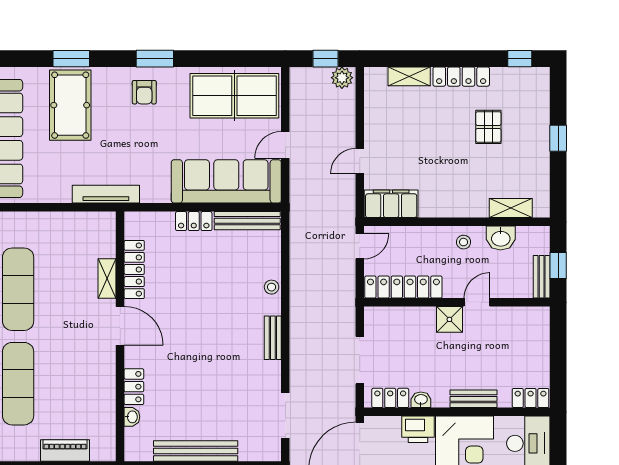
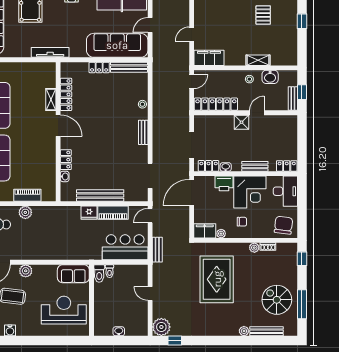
shelving: (511, 208) -> (258, 60), moved

